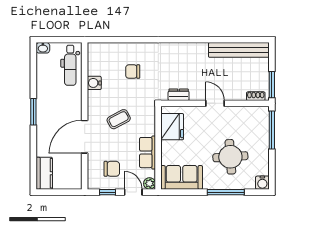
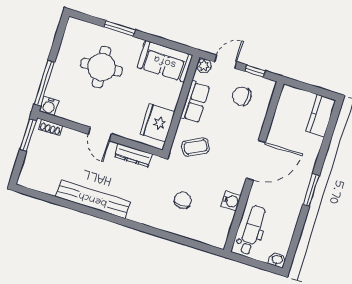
bench: (239, 50) -> (93, 199), moved
chair: (133, 72) -> (183, 200), turned -90
dresser: (179, 95) -> (133, 155), width x1.44
coffee table: (119, 119) -> (195, 147), moved
door: (85, 137) -> (256, 160), moved
water cooler: (262, 183) -> (49, 106), moved, turned 180
door: (133, 192) -> (226, 62), swing flipped
window: (226, 192) -> (120, 28), width x0.69

